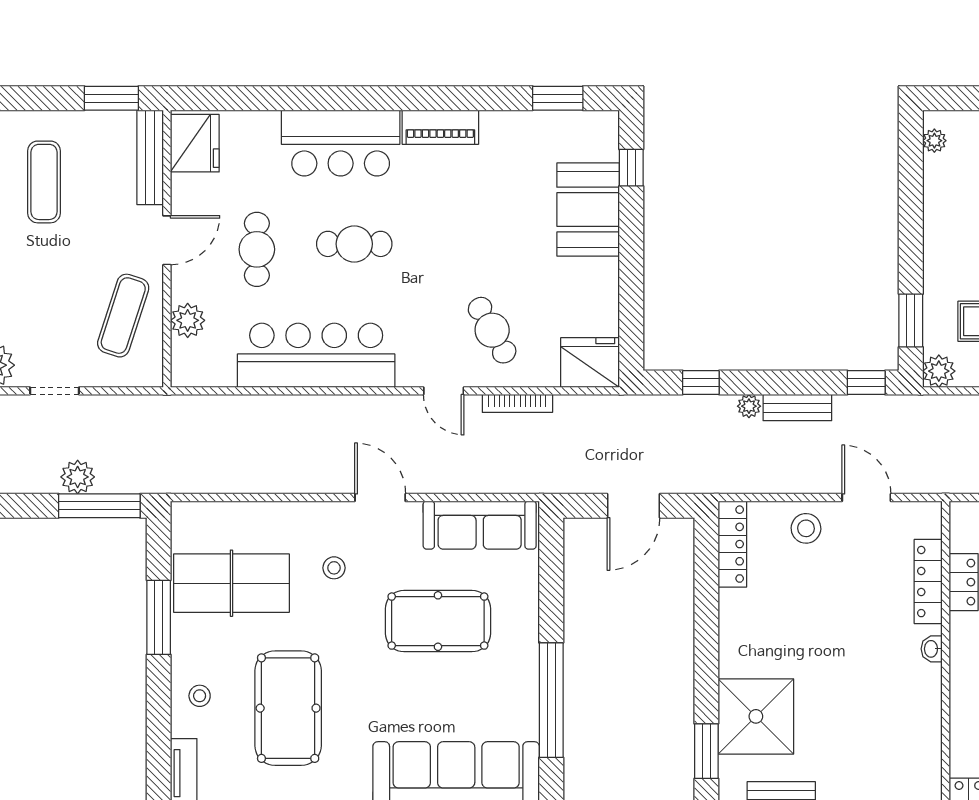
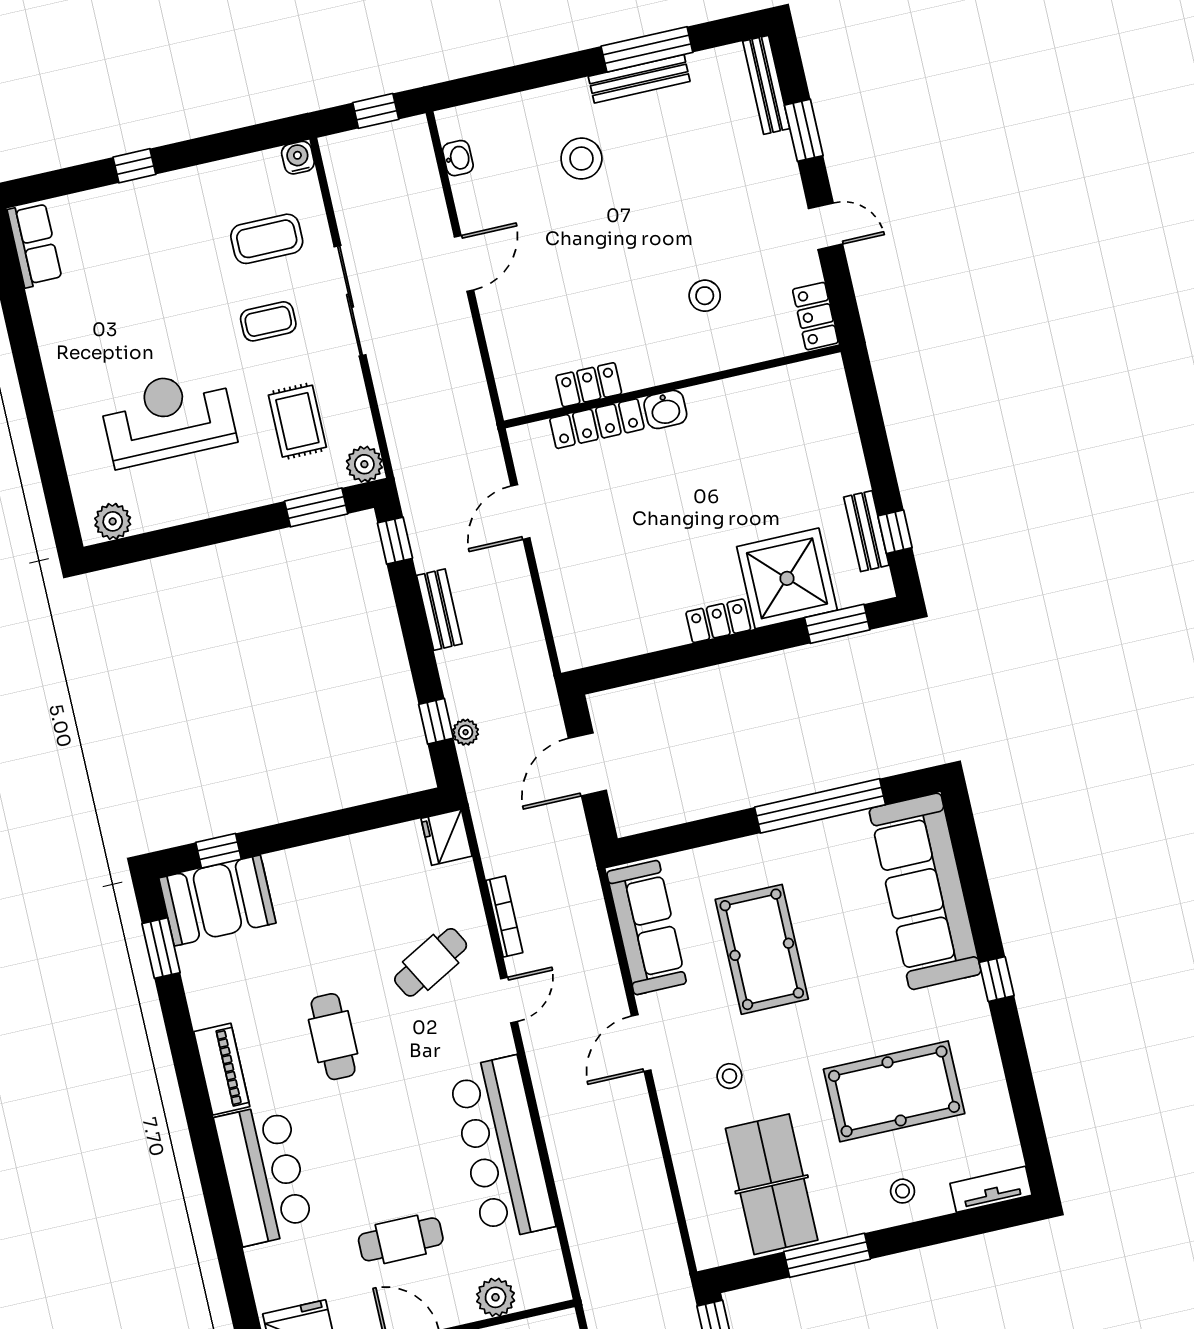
plant: (934, 141) -> (113, 521), width x1.38, depth x1.38
booth: (588, 210) -> (217, 901), moved
cafe table: (354, 244) -> (333, 1037), moved
fridge: (590, 363) -> (447, 837), width x0.73, depth x0.75
plant: (749, 406) -> (466, 732), moved
door: (633, 506) -> (587, 764), swing flipped
stool: (806, 528) -> (569, 570), removed
locker: (732, 544) -> (718, 621), moved, width x0.66
washbasin: (932, 649) -> (665, 409), width x1.38, depth x1.45

